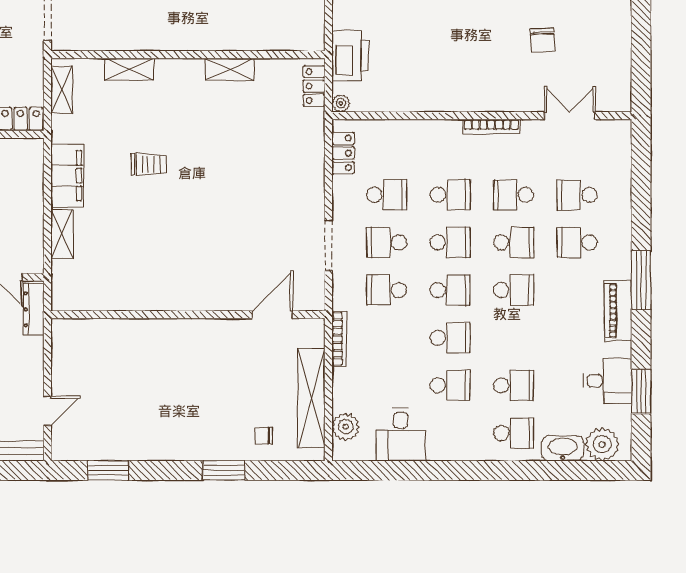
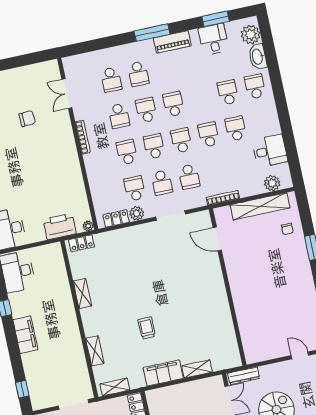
plant: (344, 189) -> (137, 213), added

